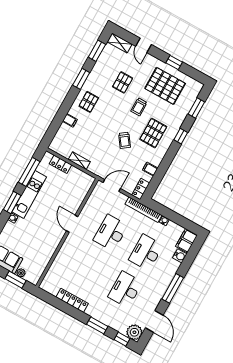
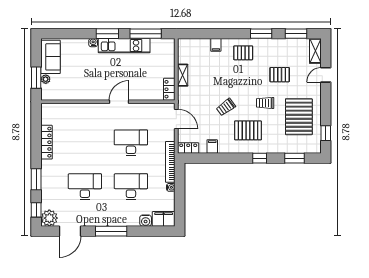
window: (174, 62) -> (326, 133), moved
locker: (60, 164) -> (169, 89), moved

